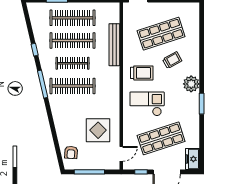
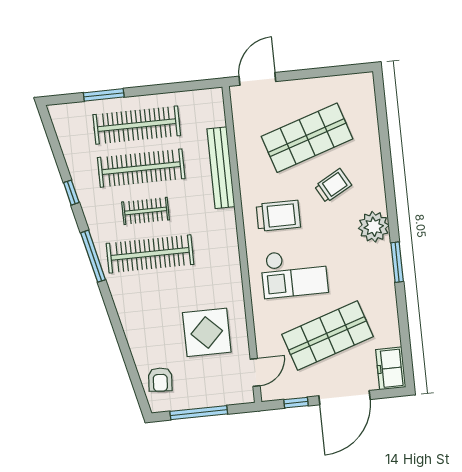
clothes rail: (73, 63) -> (146, 211), width x0.73
checkout: (147, 104) -> (294, 273), turned 180

